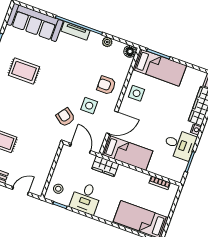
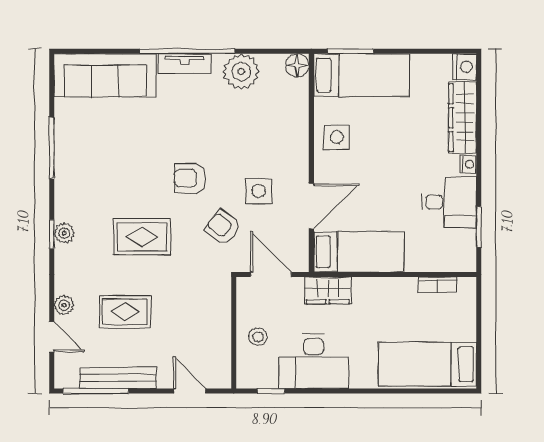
plant: (107, 42) -> (241, 72), width x1.88, depth x1.88
rug: (24, 71) -> (142, 237), moved
armchair: (106, 85) -> (190, 178), moved
stool: (58, 189) -> (258, 337), moved
door: (20, 191) -> (190, 391), hinge flipped
desk: (86, 198) -> (313, 361), width x1.37

